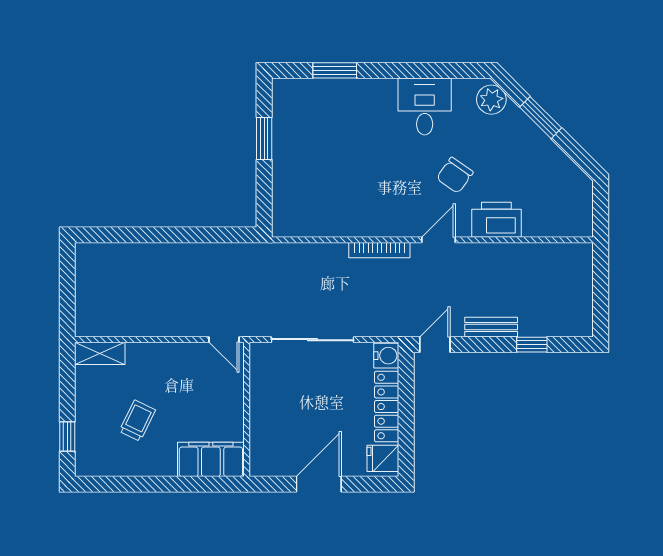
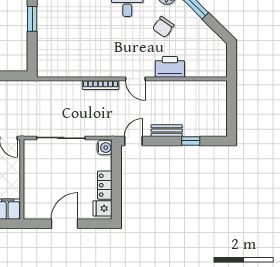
chair: (455, 175) -> (163, 27), moved
door: (438, 240) -> (135, 79), swing flipped
locker: (387, 407) -> (105, 185), width x0.66

